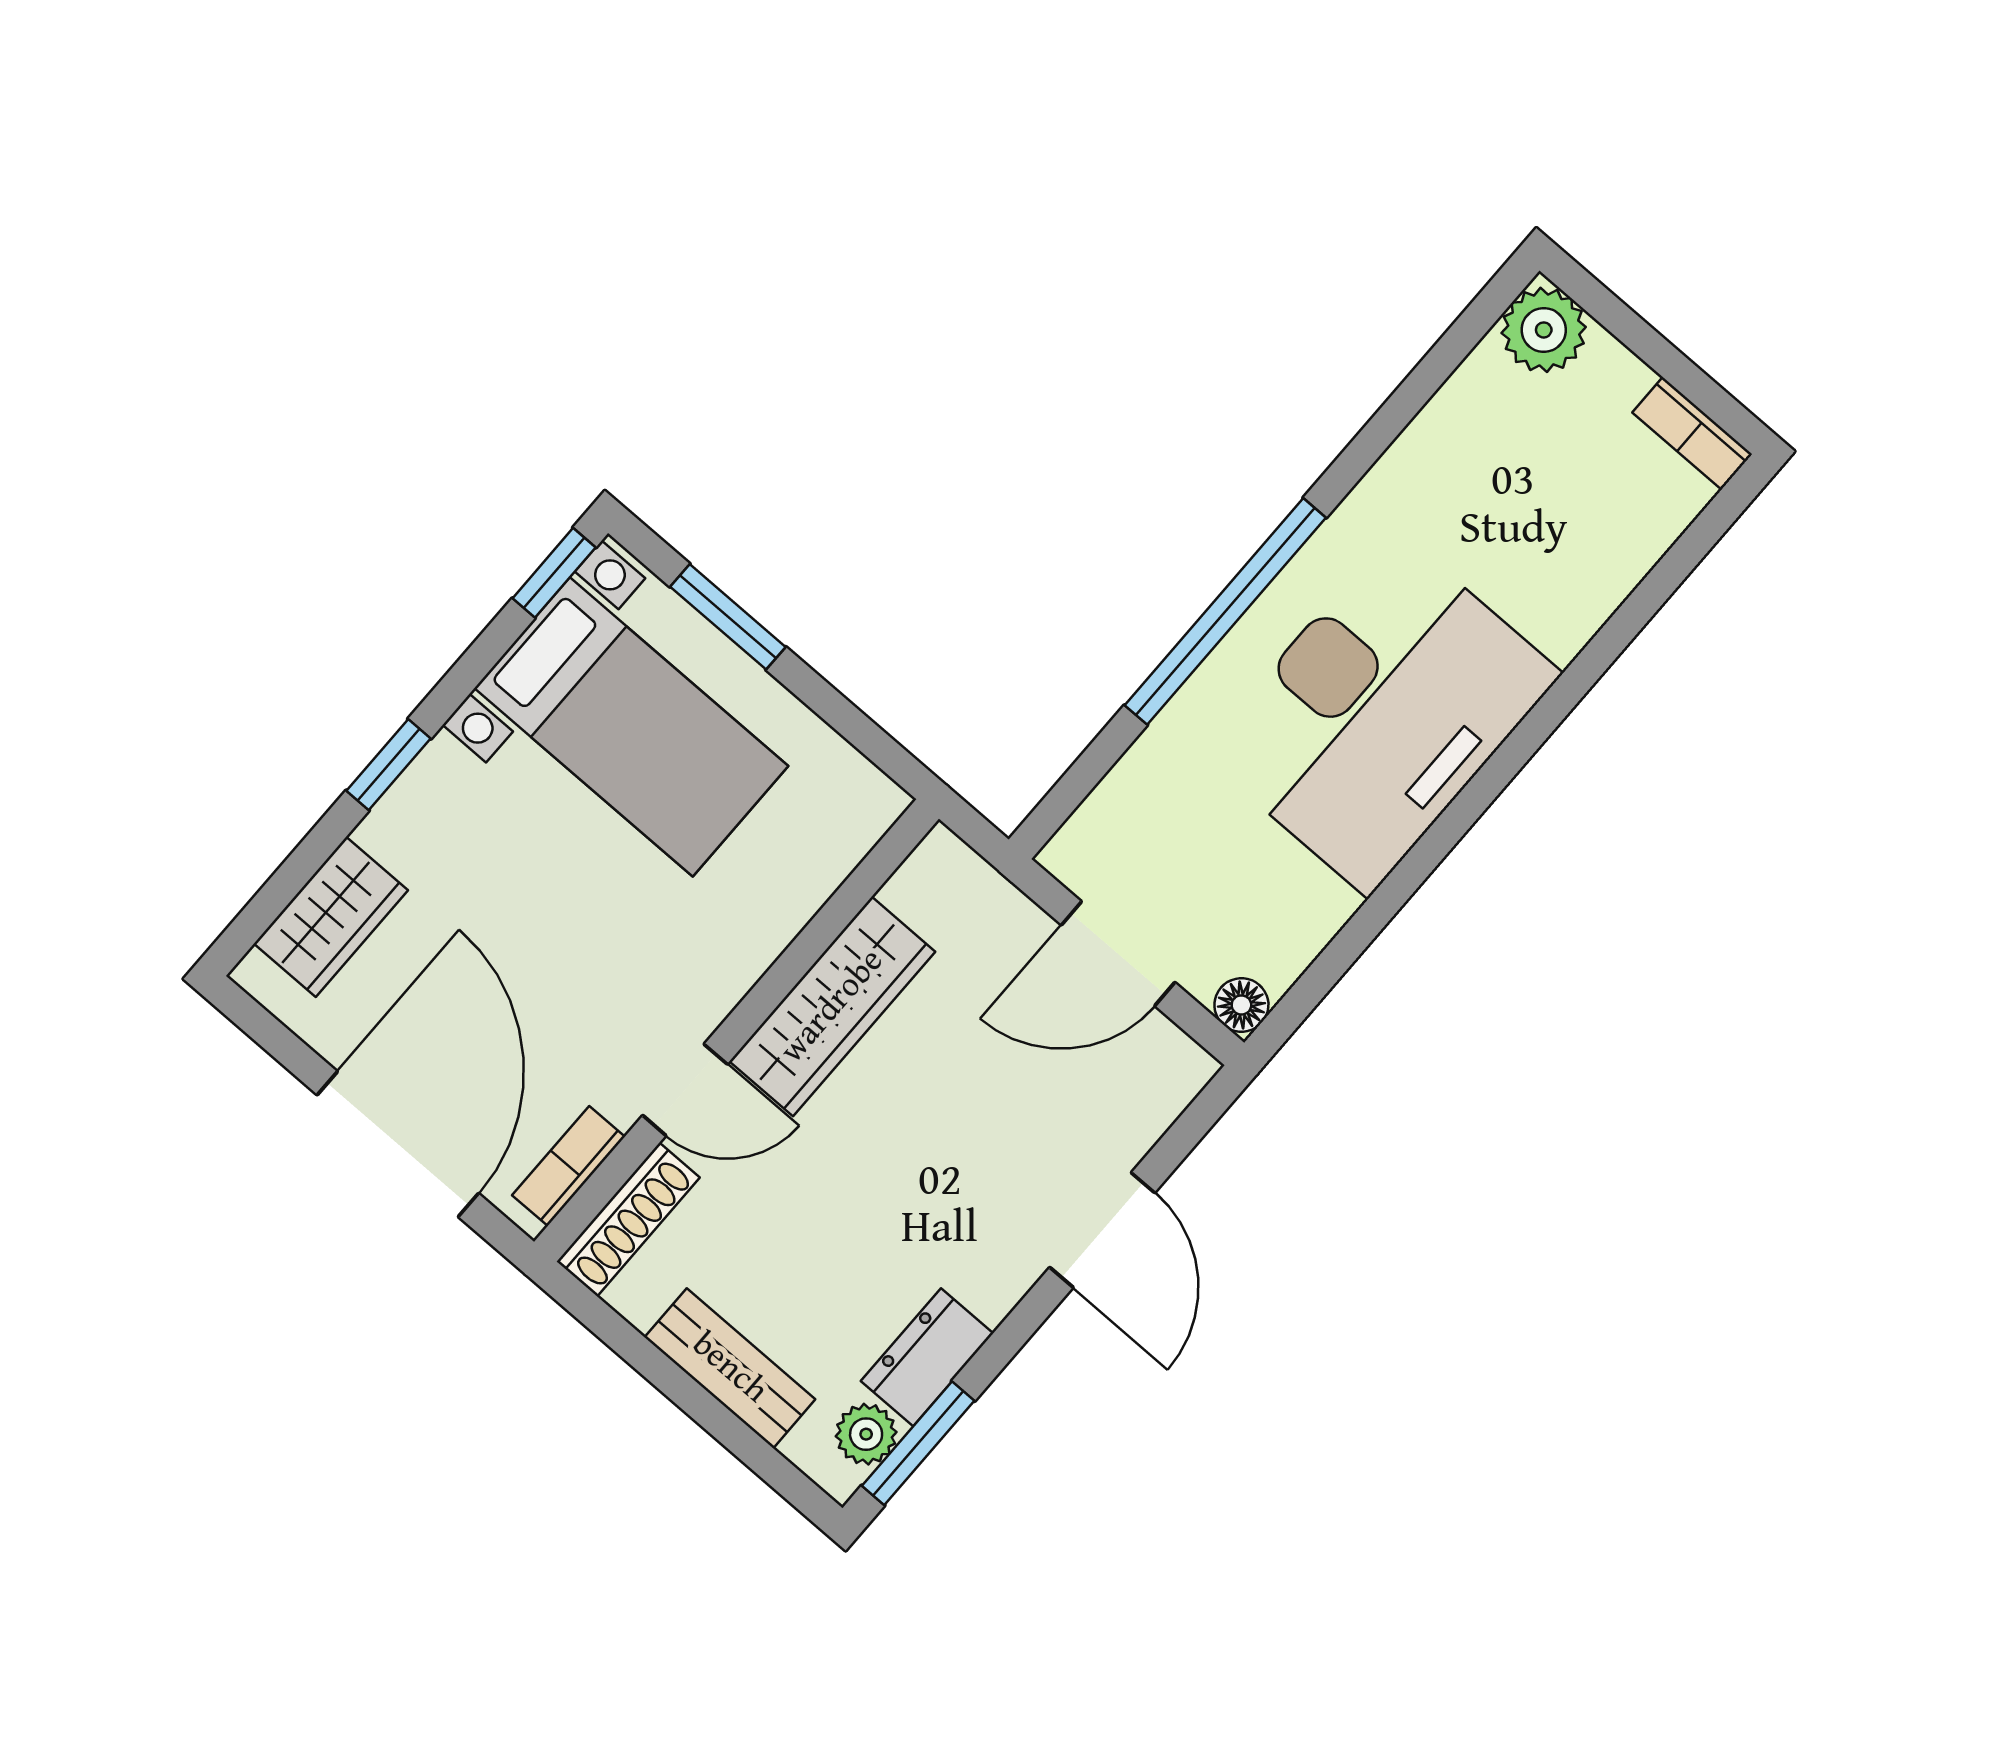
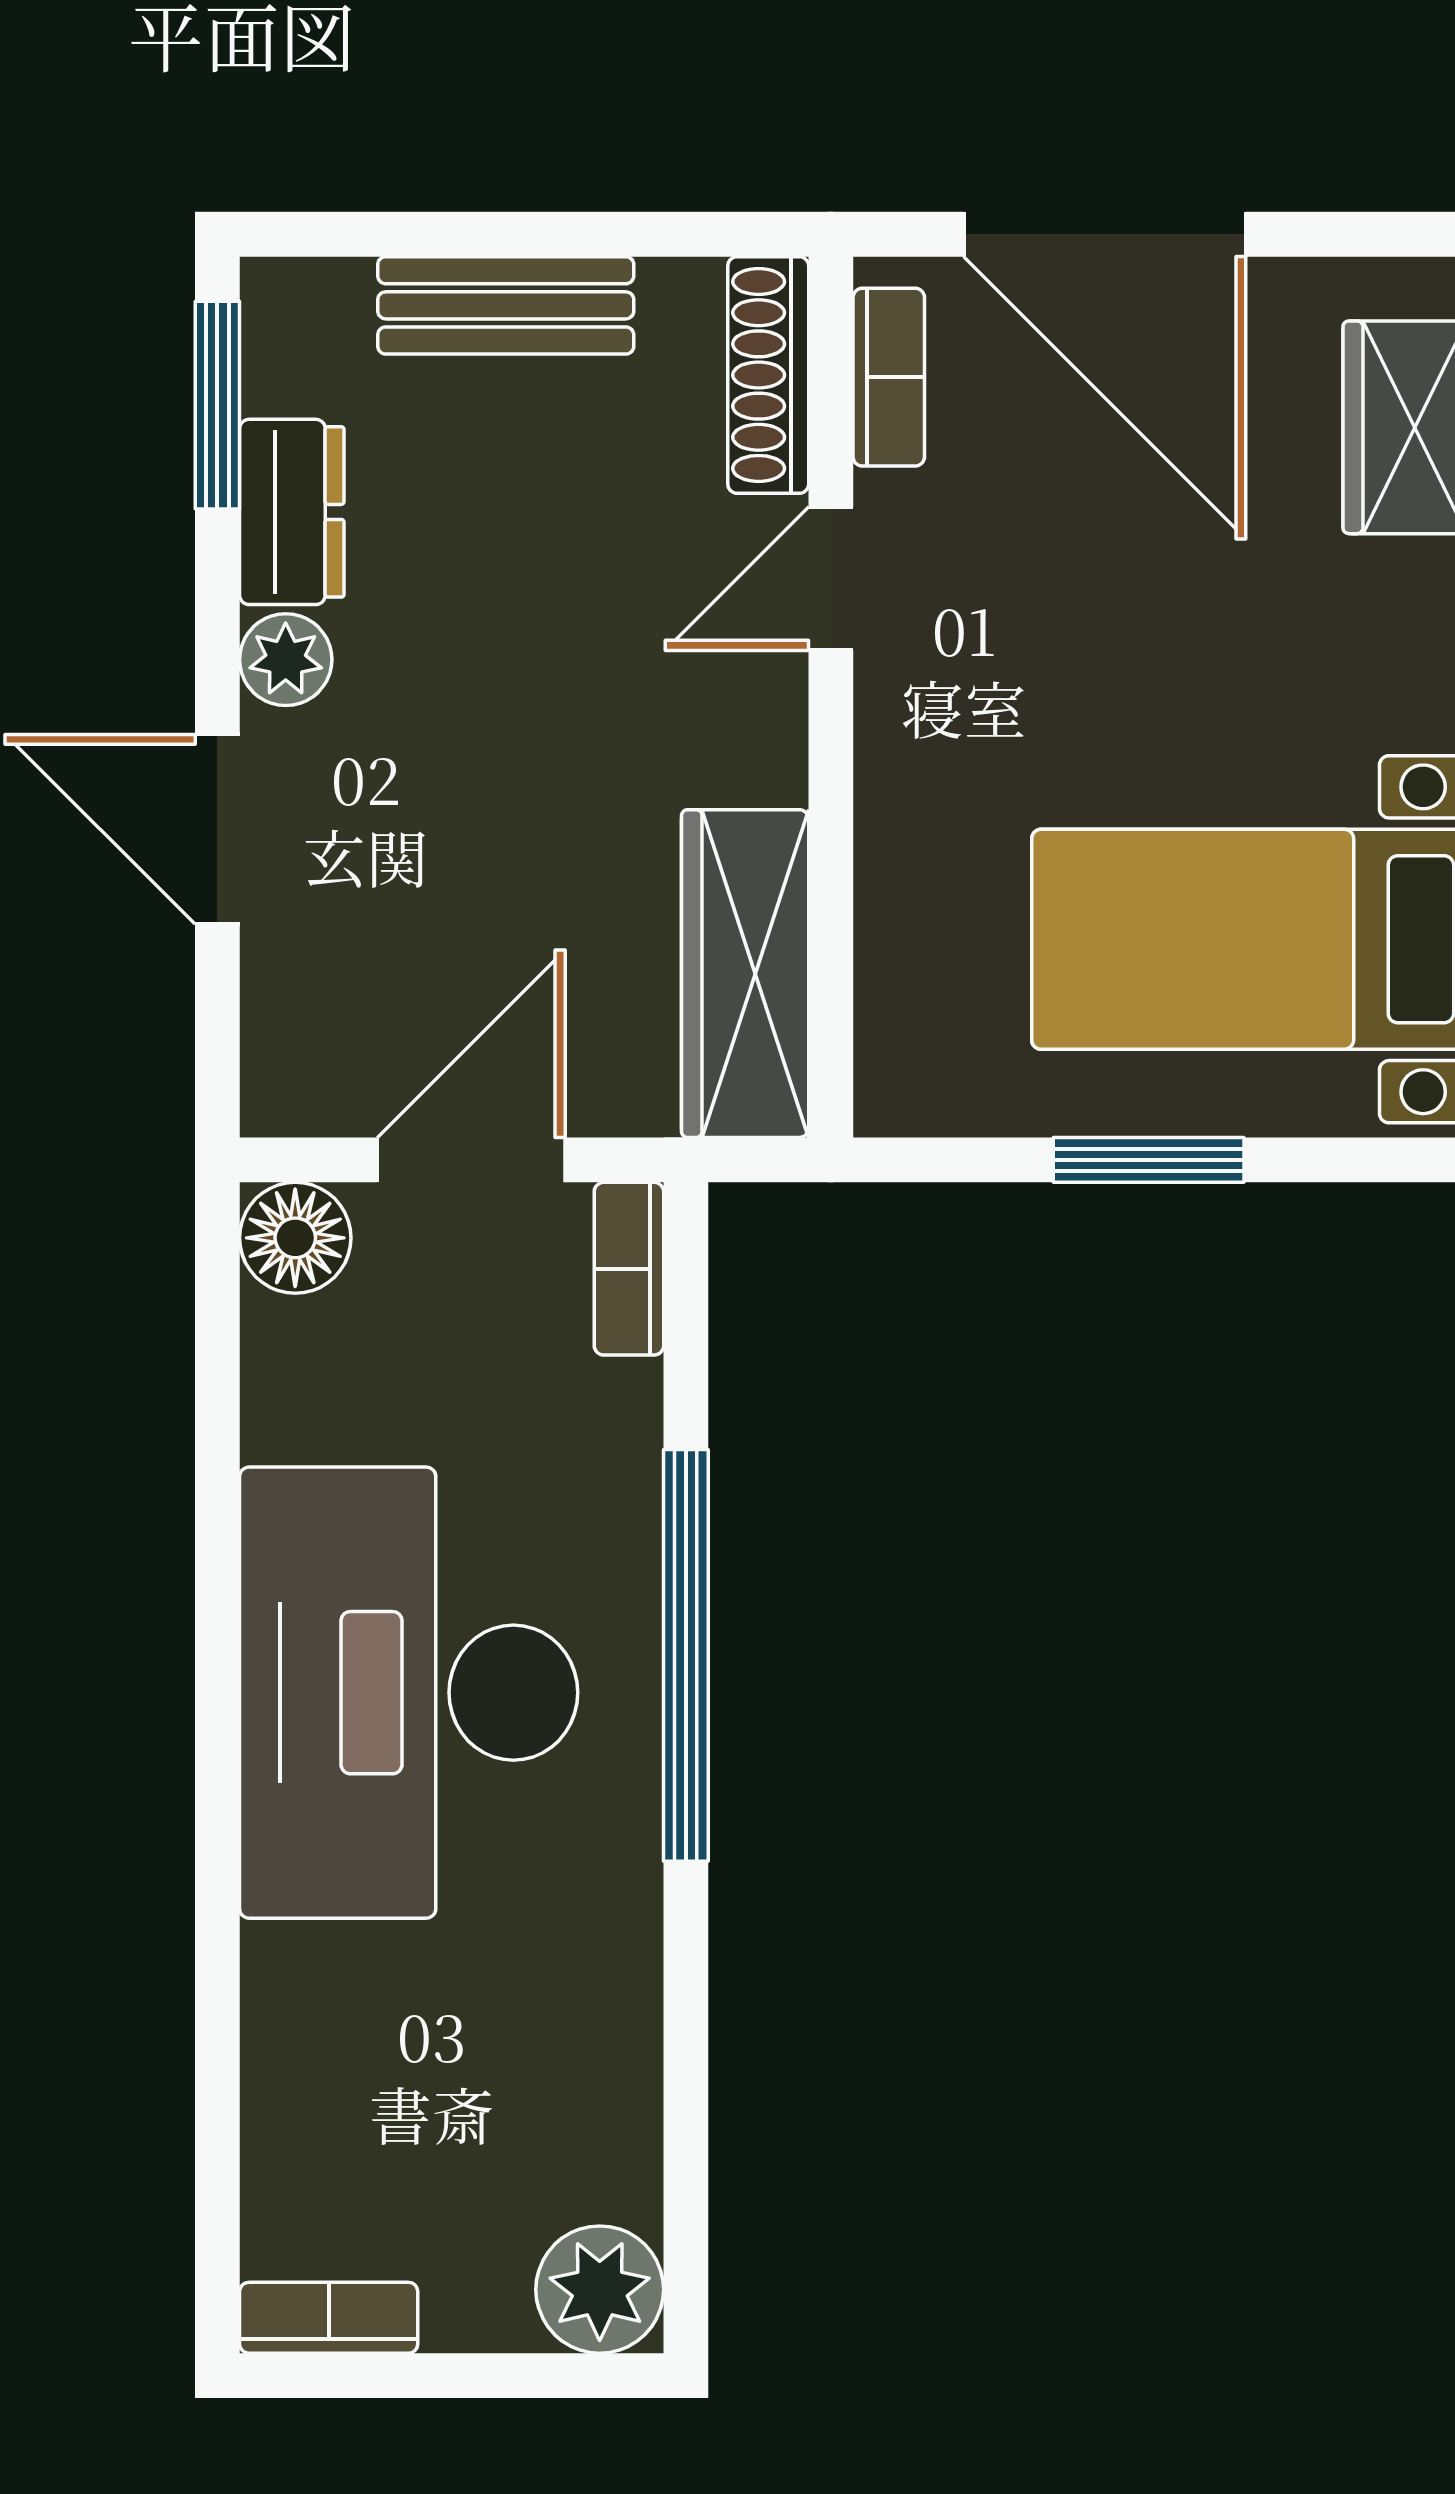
window: (728, 617) -> (1149, 1160), moved
bookcase: (1086, 831) -> (629, 1269), added
floor lamp: (1241, 1005) -> (295, 1238), width x1.37, depth x1.37
wardrobe: (832, 1006) -> (745, 974), moved
plant: (866, 1434) -> (286, 660), moved

